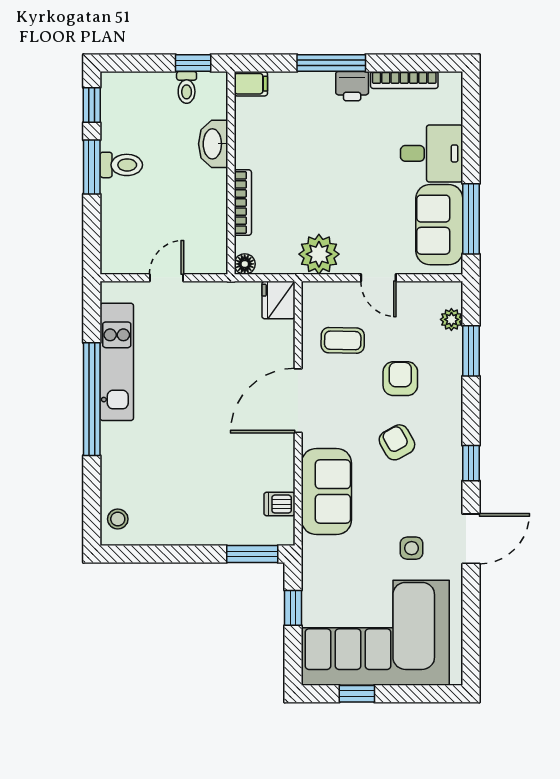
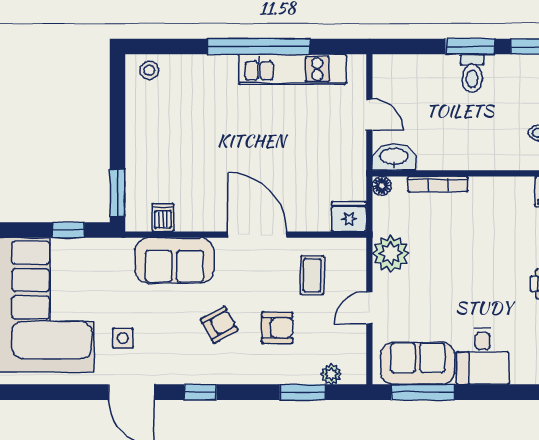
washbasin: (213, 144) -> (394, 157), moved

